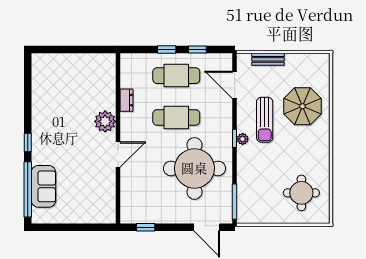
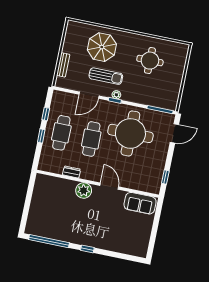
door: (235, 85) -> (89, 95), moved
sofa: (44, 186) -> (140, 203), moved, turned 180
window: (28, 189) -> (49, 241), moved
round table: (301, 193) -> (150, 61), moved

